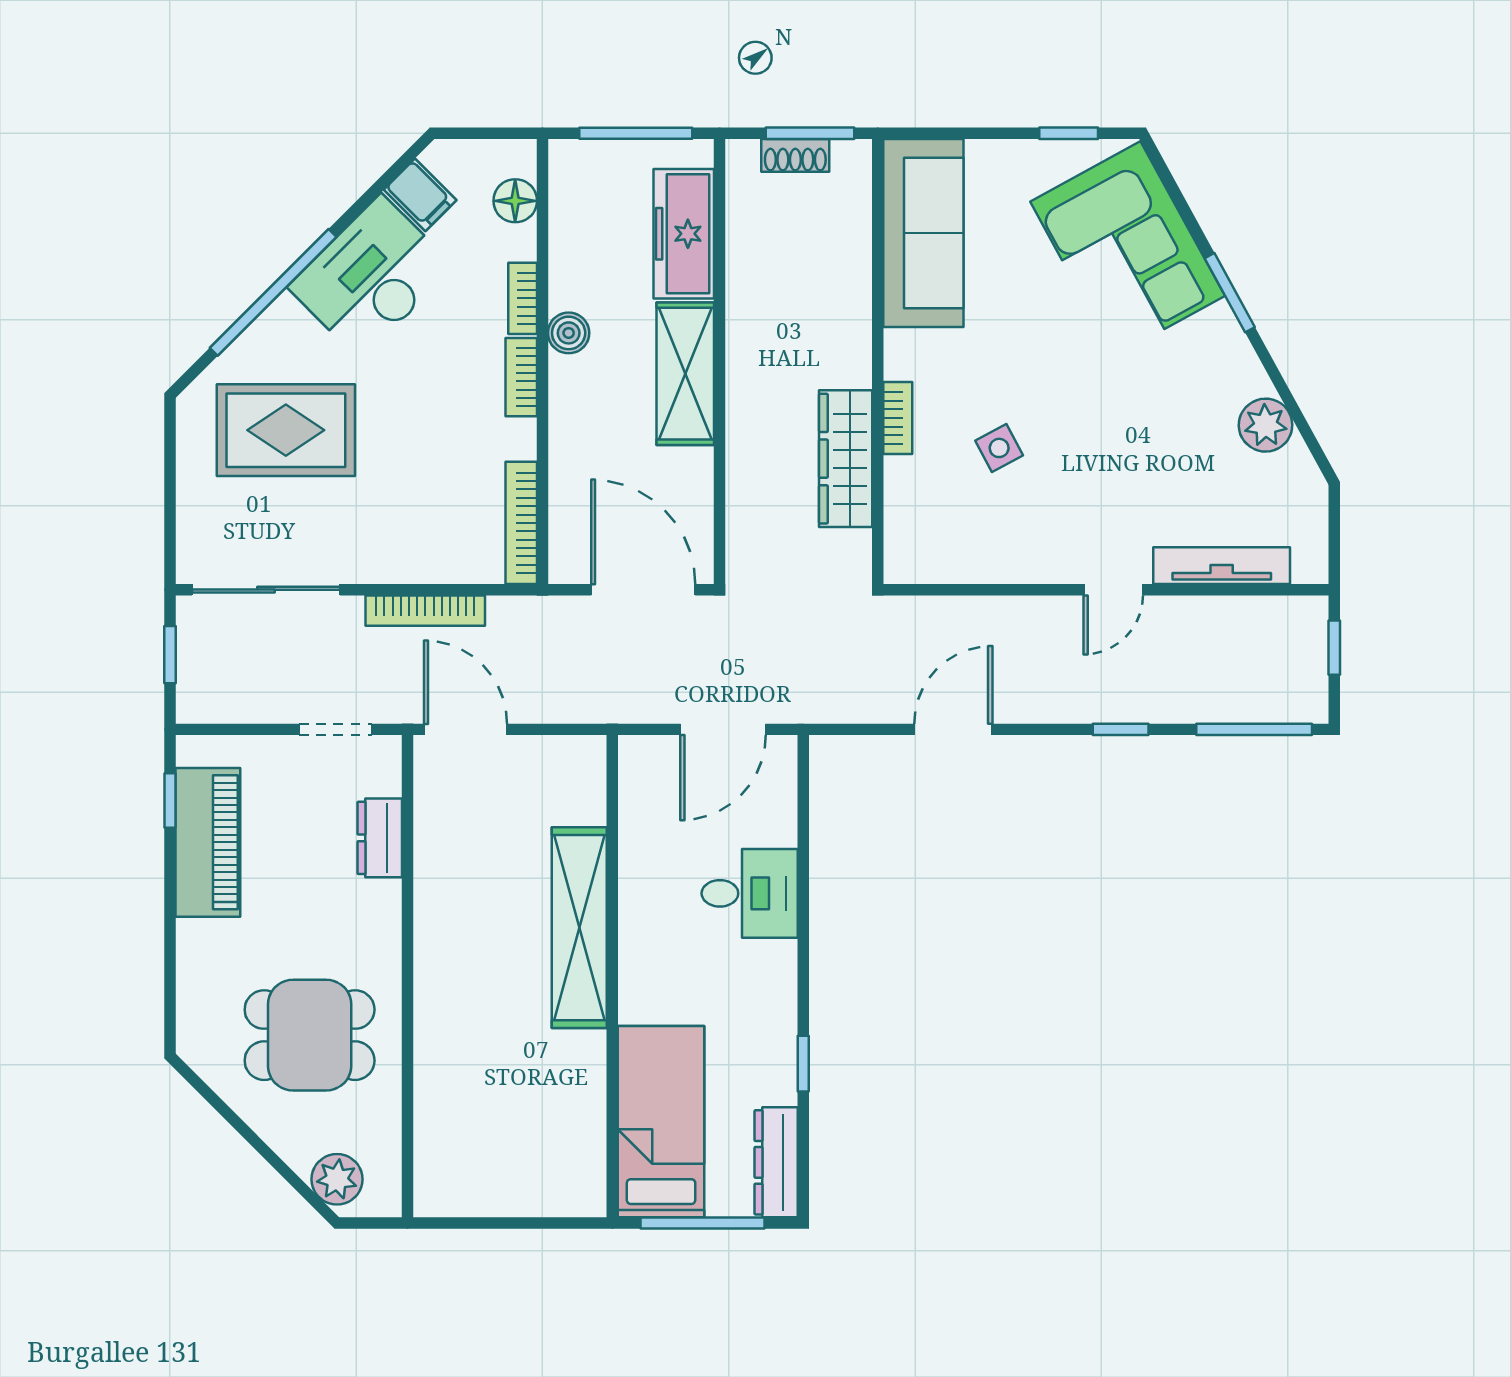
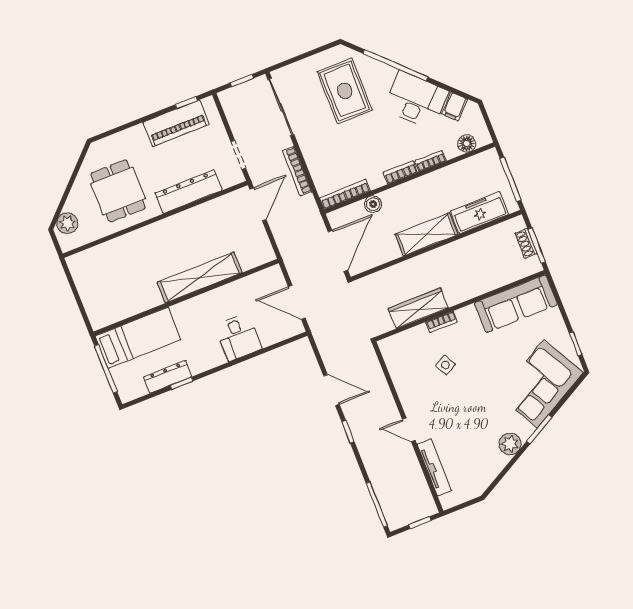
boiler: (569, 333) -> (373, 204), moved
plant: (1266, 425) -> (510, 444), moved
window: (1121, 729) -> (348, 432), moved
dresser: (380, 838) -> (188, 192), width x1.96, depth x1.24
dresser: (776, 1162) -> (168, 377), moved

